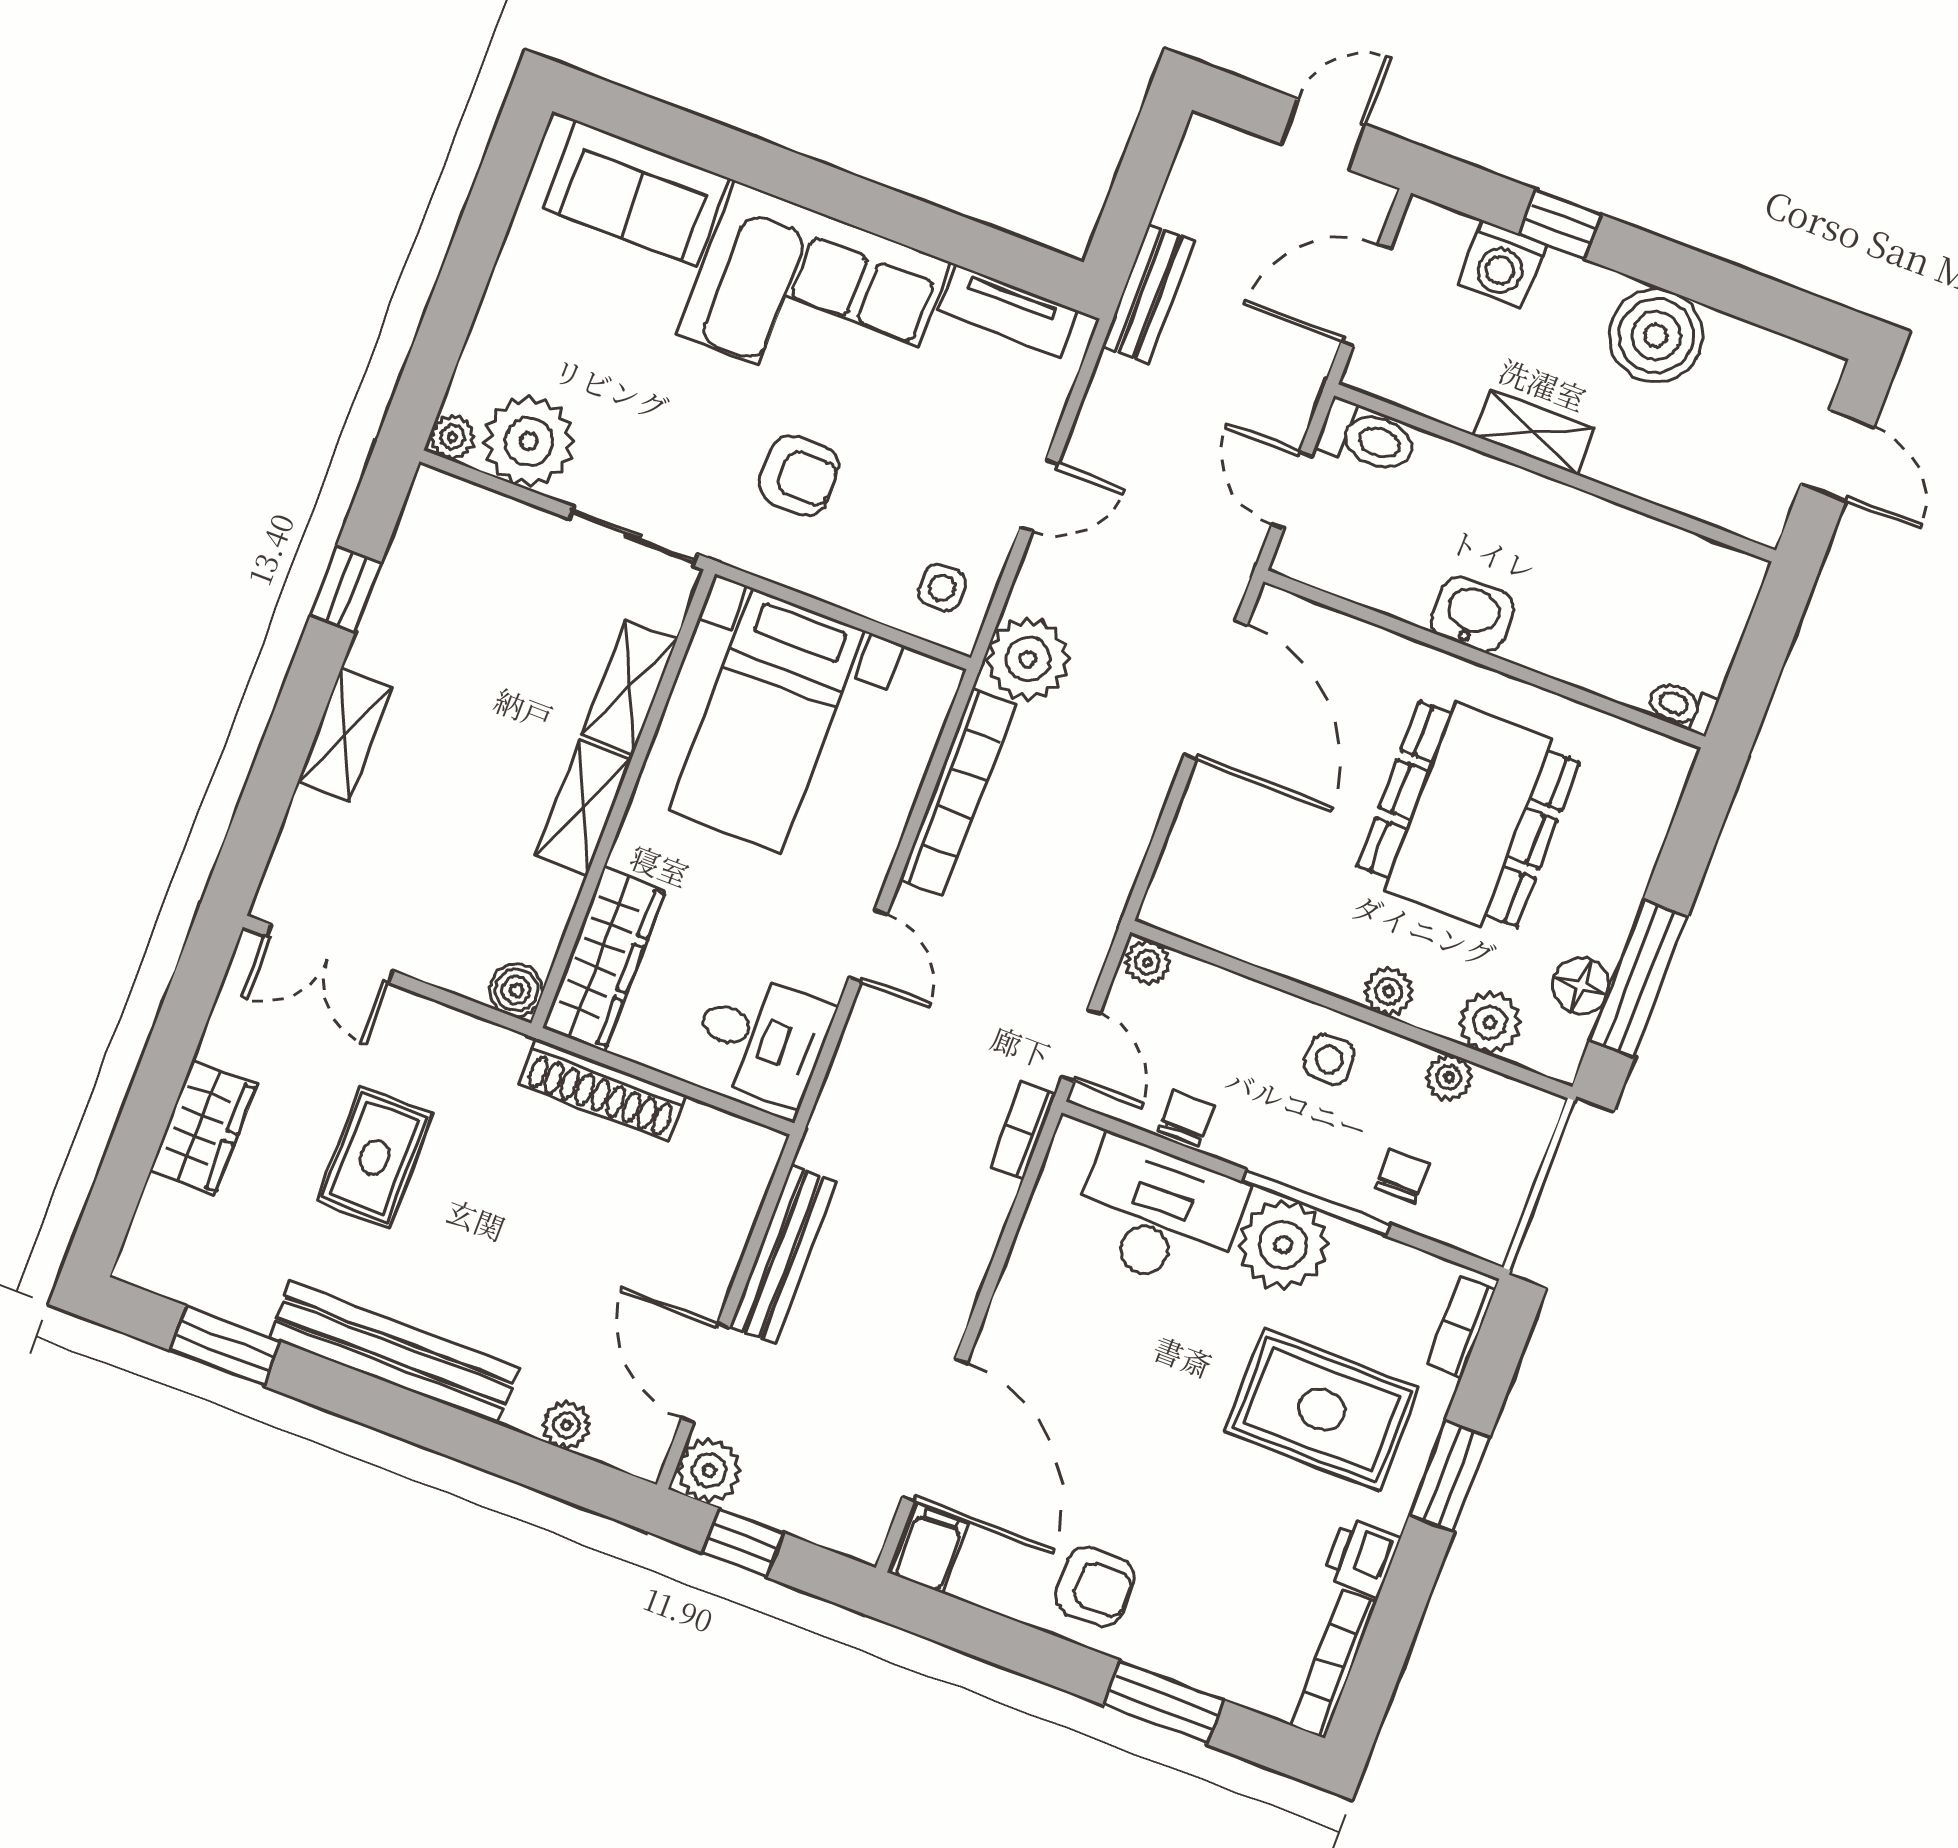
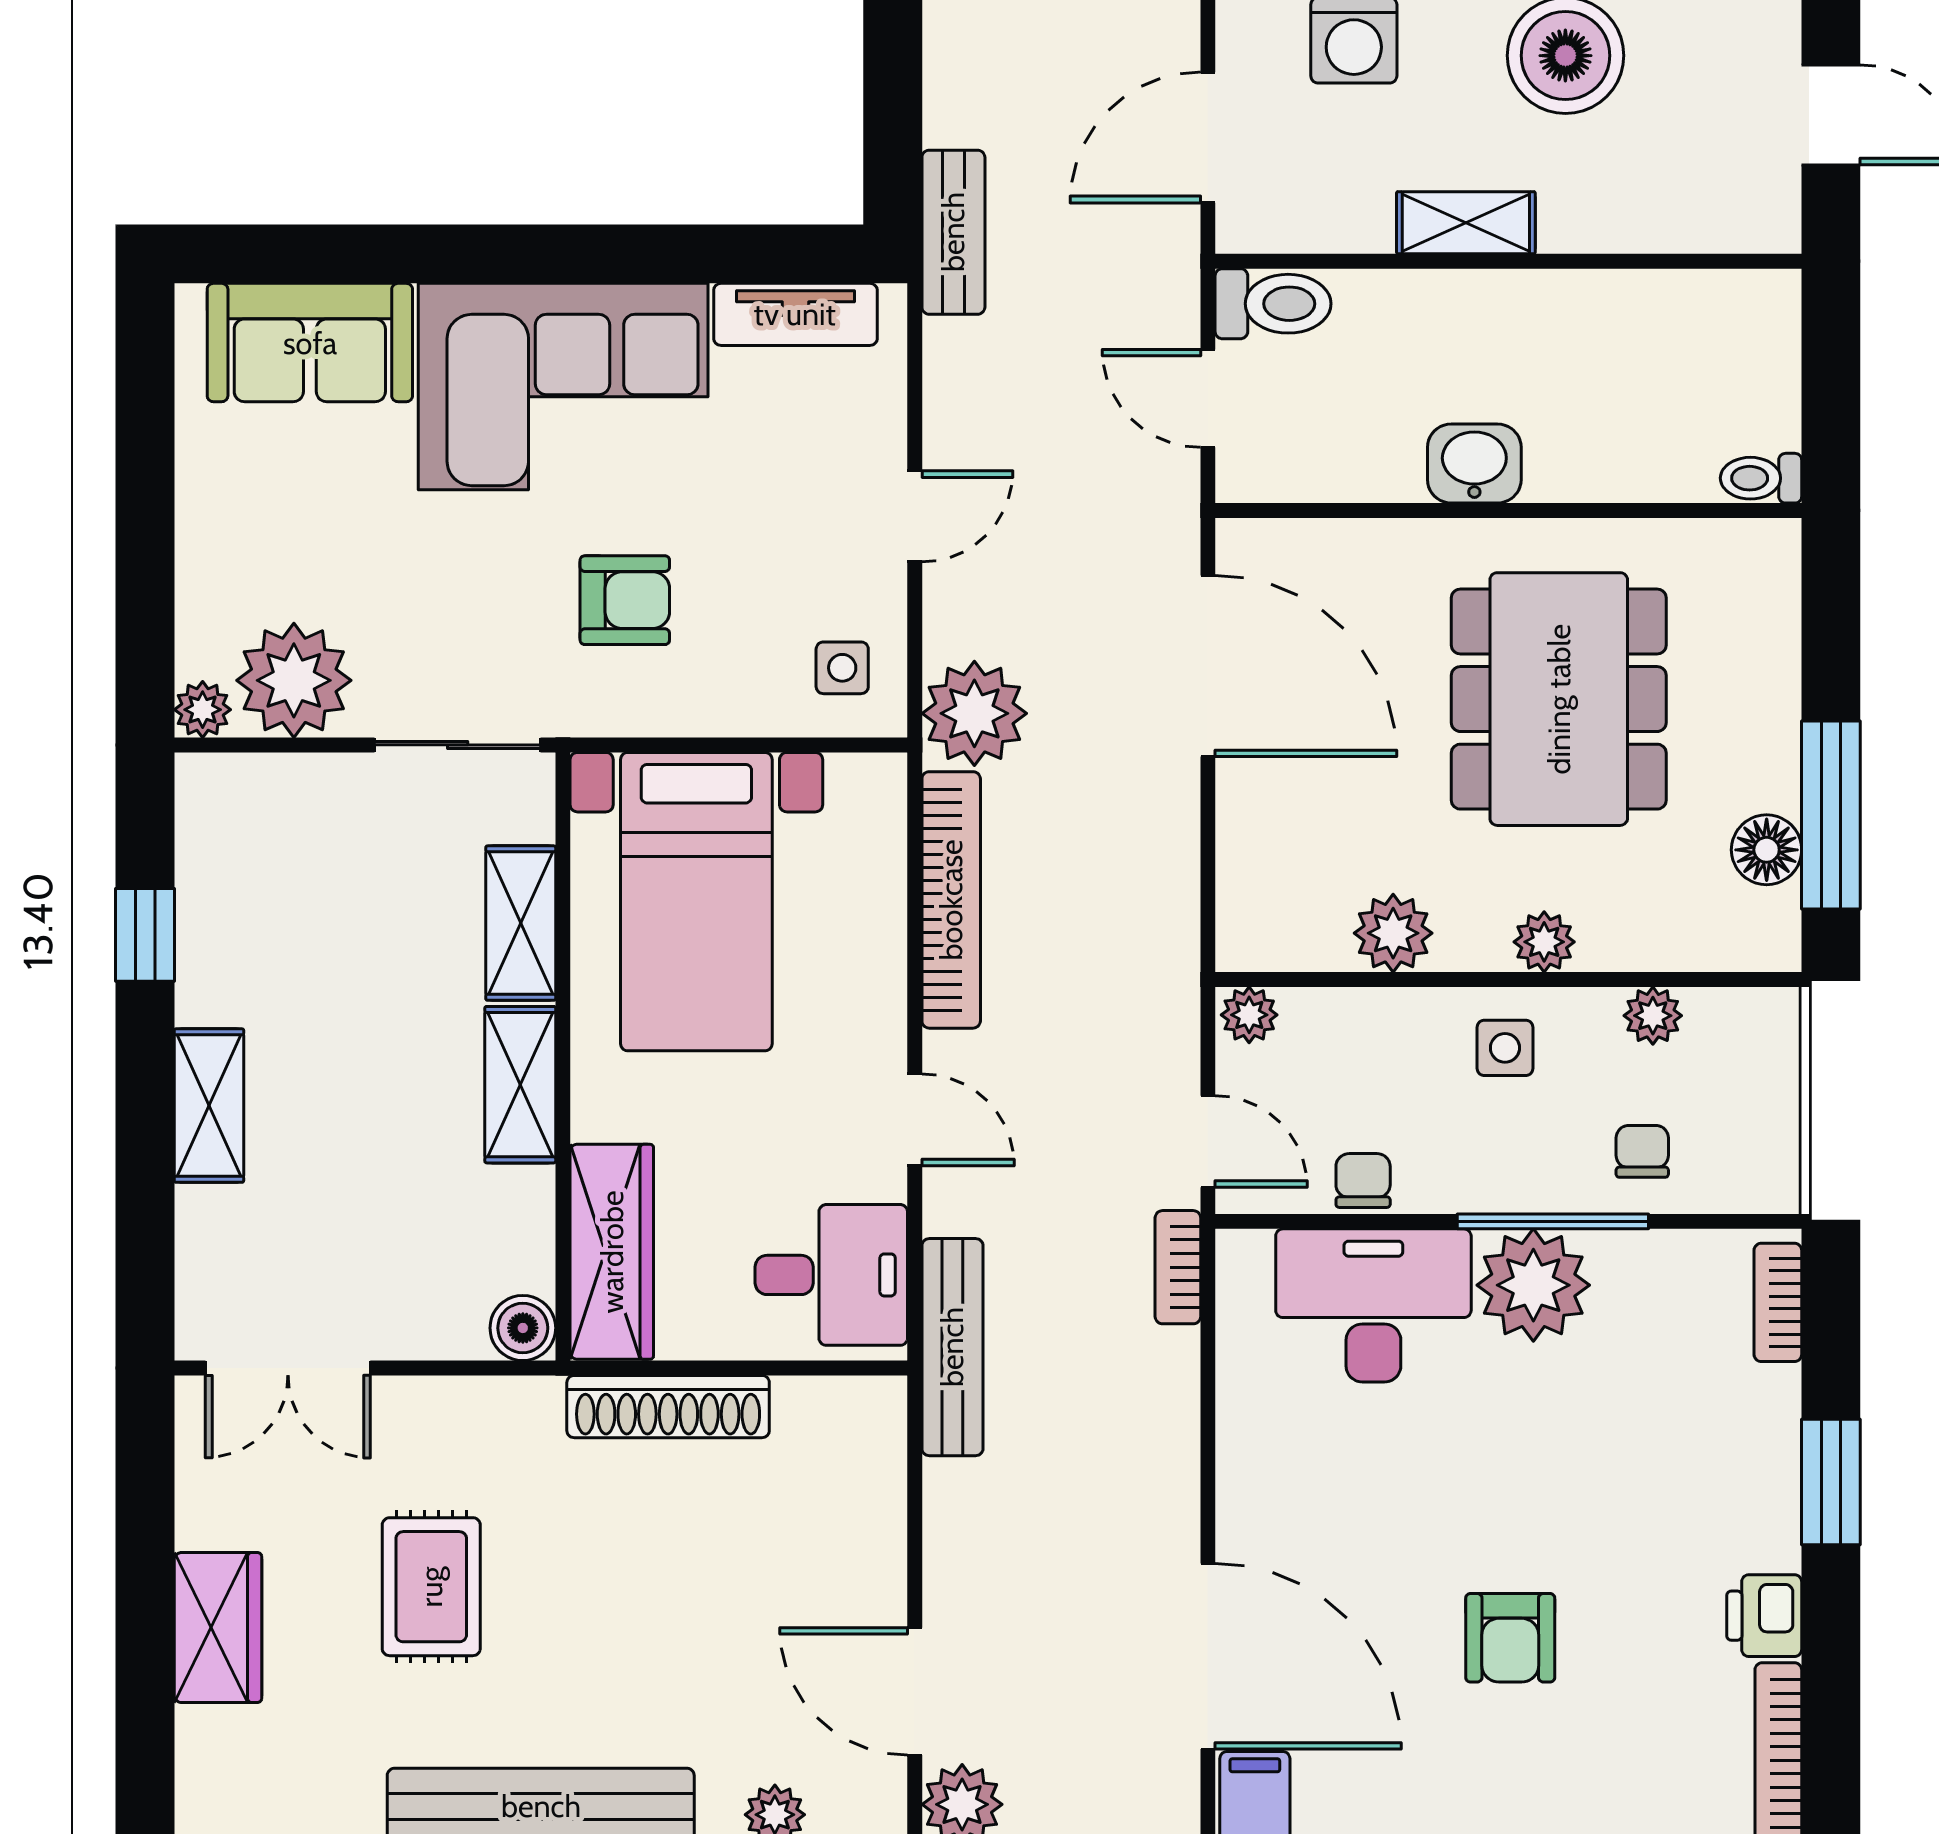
plant: (1490, 1022) -> (1393, 933), moved
bench: (783, 1254) -> (952, 1347), moved
rug: (1322, 1410) -> (1652, 1461), removed
armchair: (1095, 1587) -> (1510, 1638), moved, turned 90

